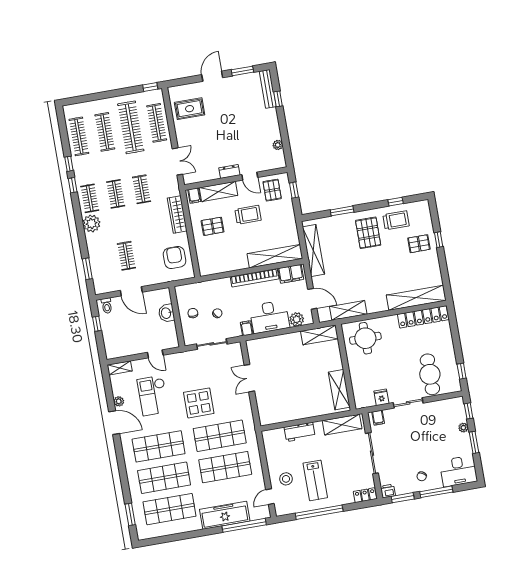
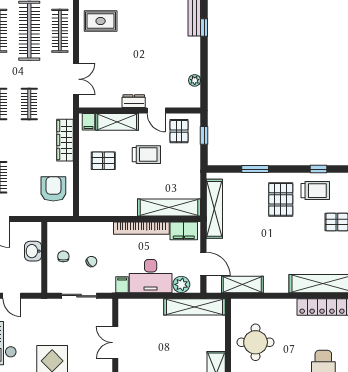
shelving: (319, 335) -> (195, 307), width x1.47
round table: (365, 338) -> (256, 342), moved

